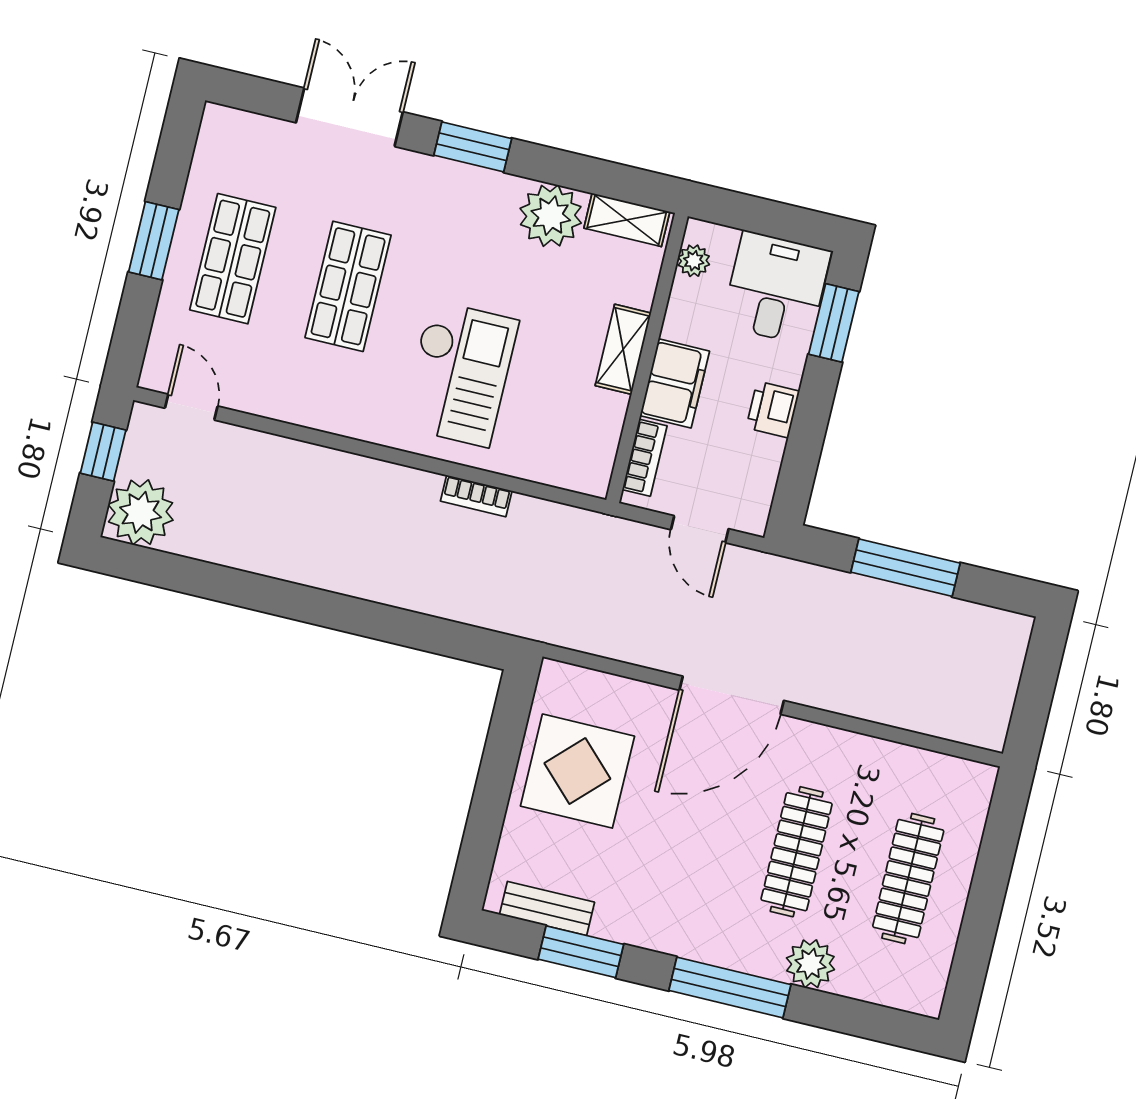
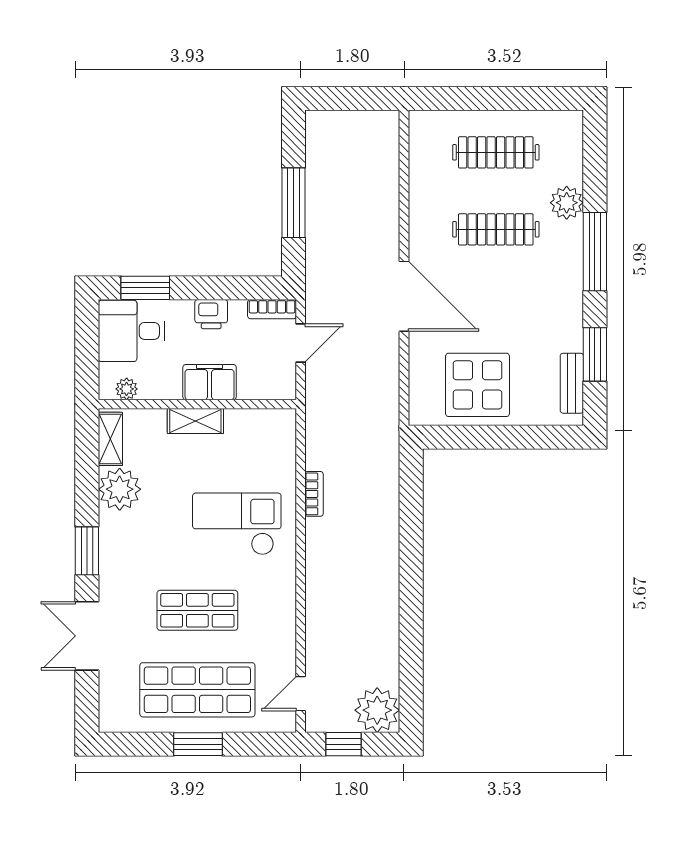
shop shelf: (233, 259) -> (197, 690), width x1.43, depth x1.36
bookcase: (645, 458) -> (272, 309), moved, turned 180

